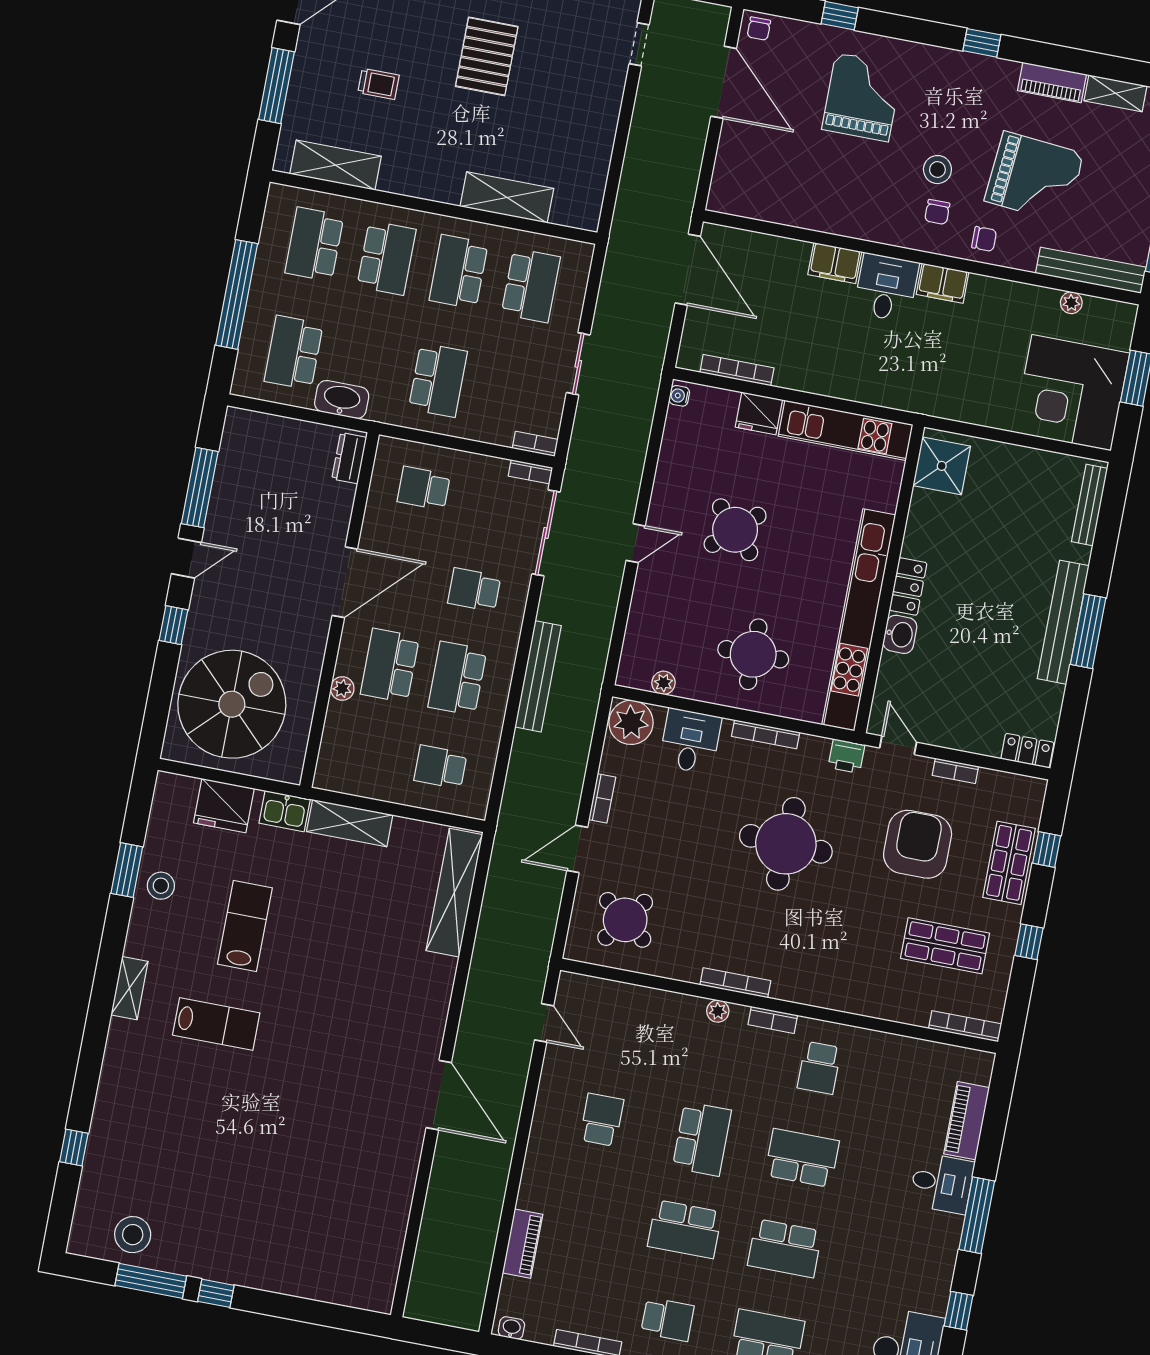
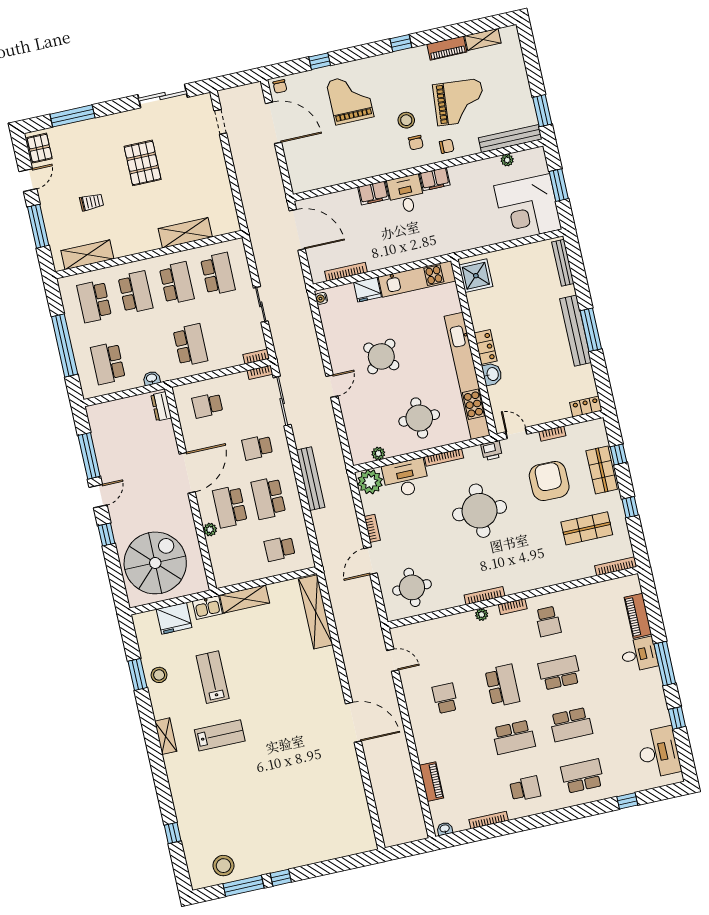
school desk: (459, 272) -> (177, 283), turned 180
washbasin: (342, 399) -> (152, 378), width x0.52, depth x0.69
desk: (690, 741) -> (406, 478), width x1.37
round table: (625, 920) -> (412, 587), turned -37

